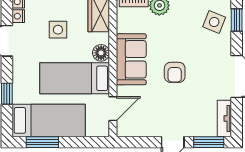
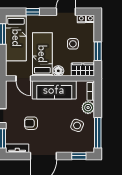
side table: (214, 22) -> (77, 125), moved
sofa: (131, 59) -> (54, 90), width x1.36
armchair: (175, 72) -> (31, 123), moved

